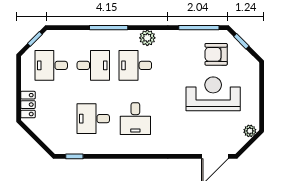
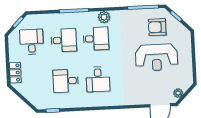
desk: (51, 65) -> (32, 42), turned 90
desk: (135, 65) -> (96, 39), turned 180
reception desk: (213, 94) -> (156, 57), turned 180
plant: (250, 131) -> (178, 93), moved

